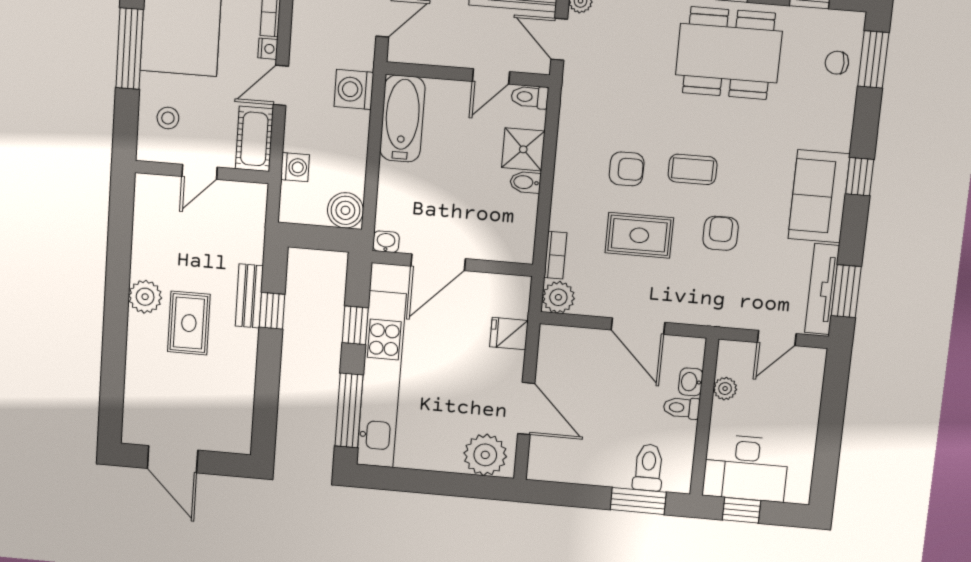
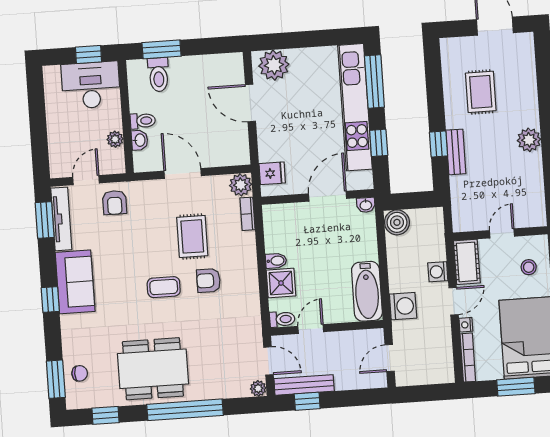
washing machine: (295, 167) -> (438, 272), moved
armchair: (721, 233) -> (115, 203), moved
rug: (639, 235) -> (192, 236), turned 90
rug: (189, 323) -> (481, 92), moved
fridge: (509, 334) -> (272, 173), moved

